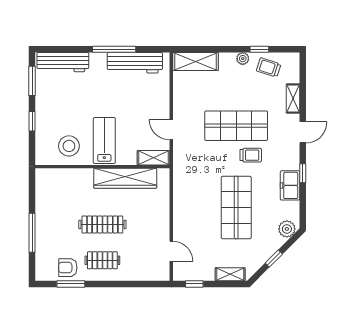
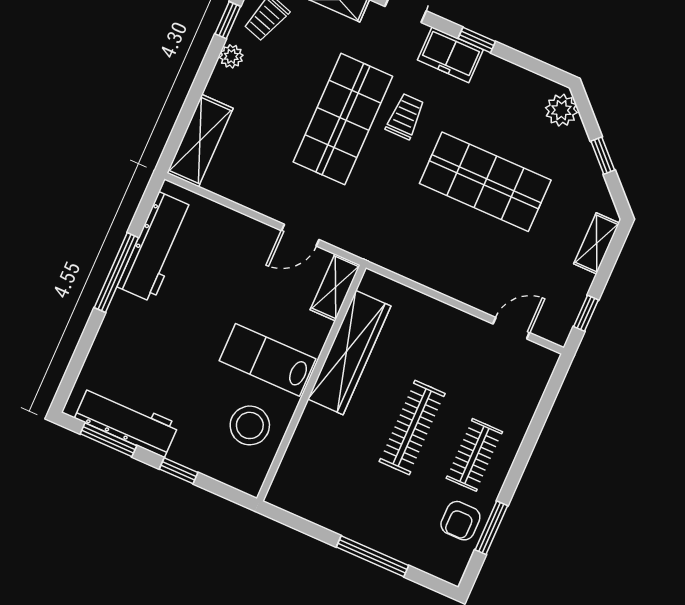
workbench: (63, 62) -> (127, 421), moved, turned -90
freezer: (290, 185) -> (450, 55), moved

